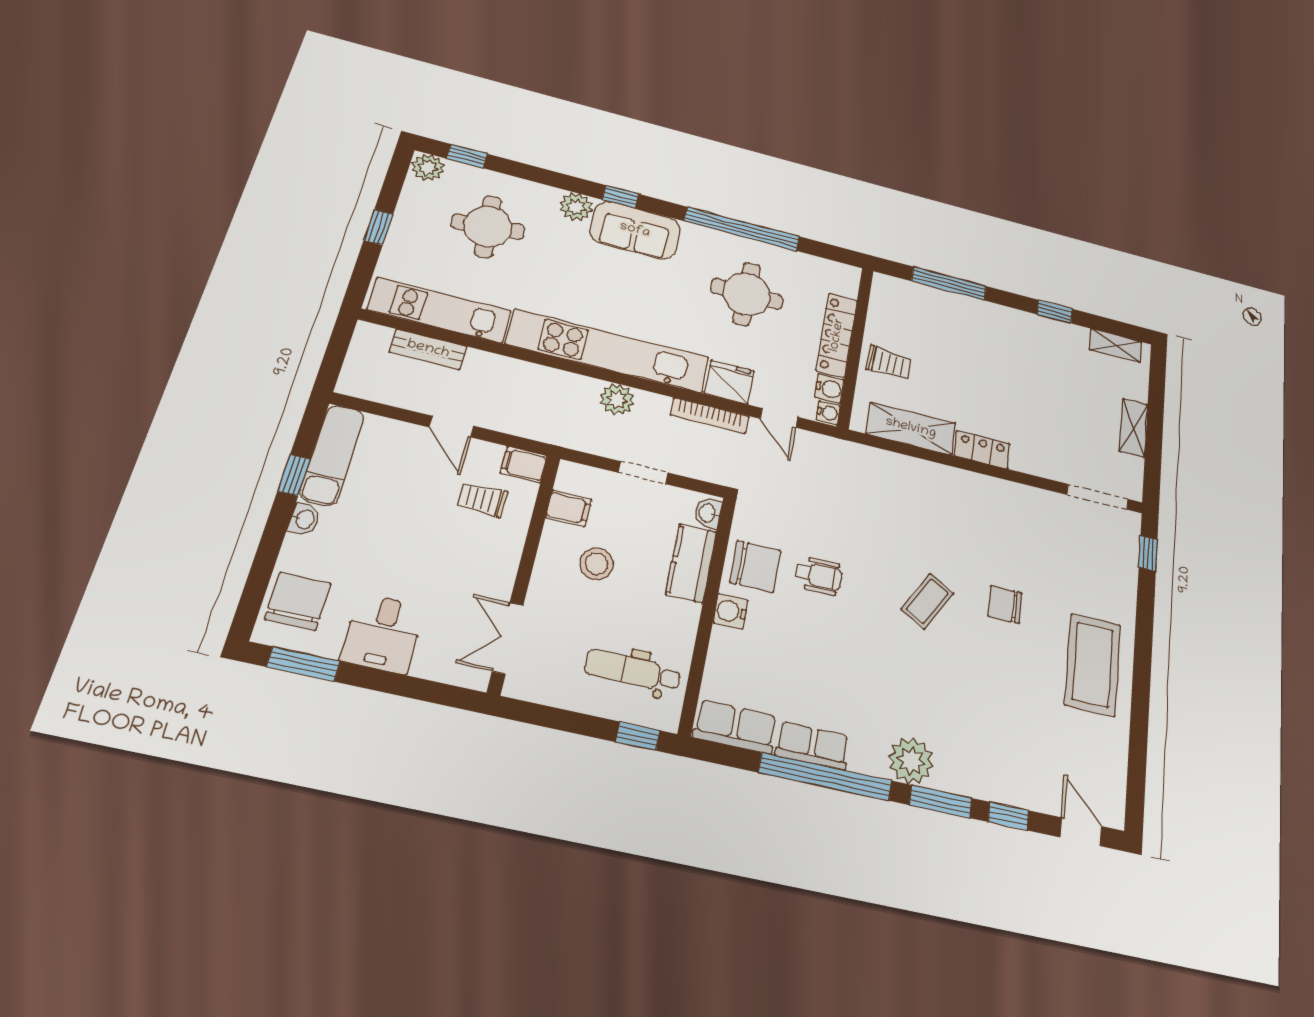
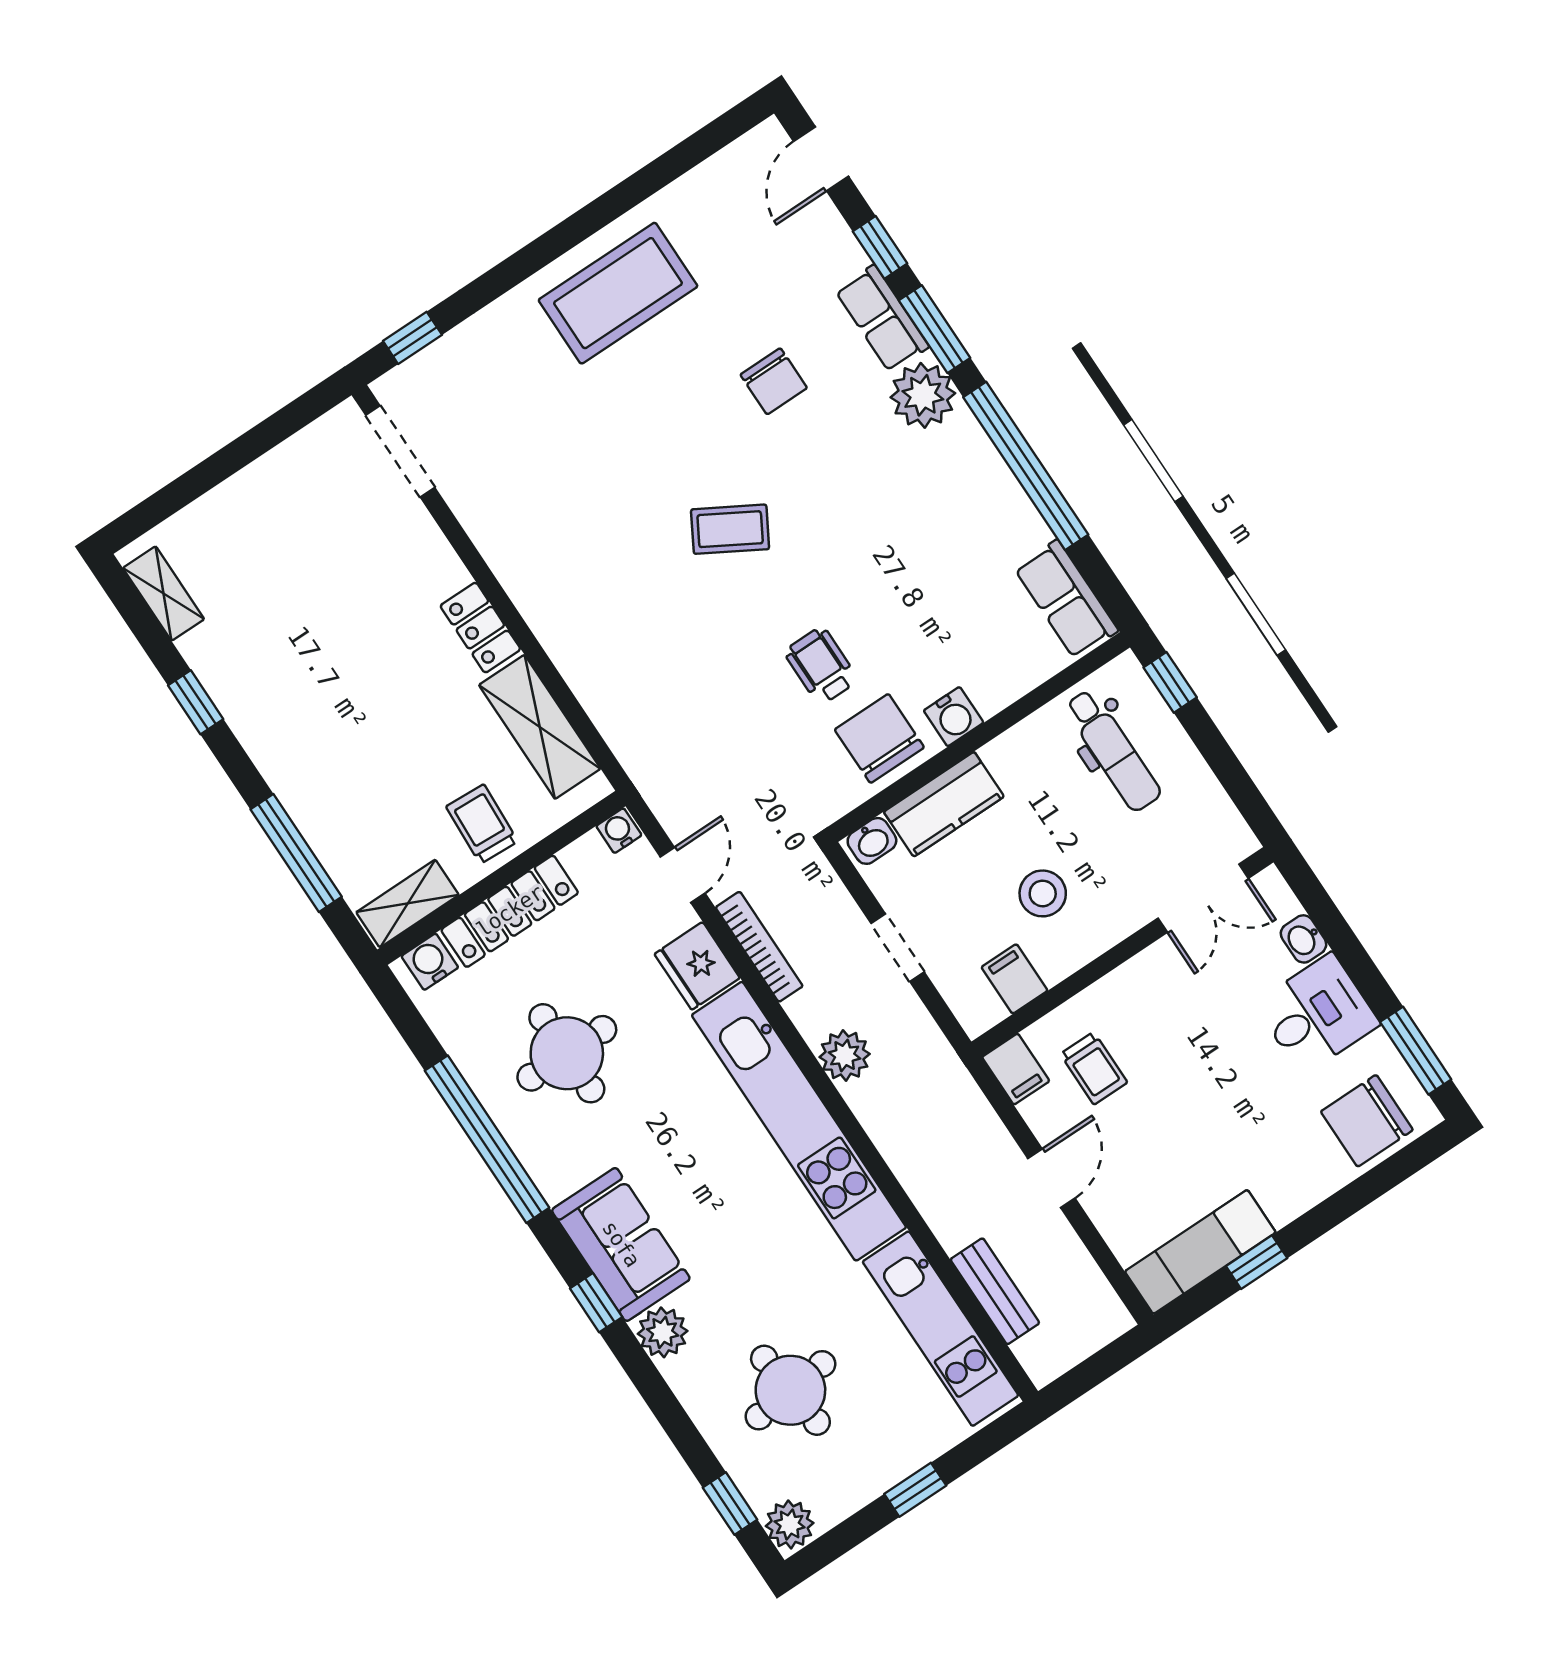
water cooler: (829, 388) -> (430, 962), moved
shelving: (1134, 428) -> (408, 904), moved
washbasin: (304, 519) -> (1304, 939), moved, turned -90
chair: (1005, 604) -> (774, 381), moved
row of seats: (813, 746) -> (882, 319), moved

